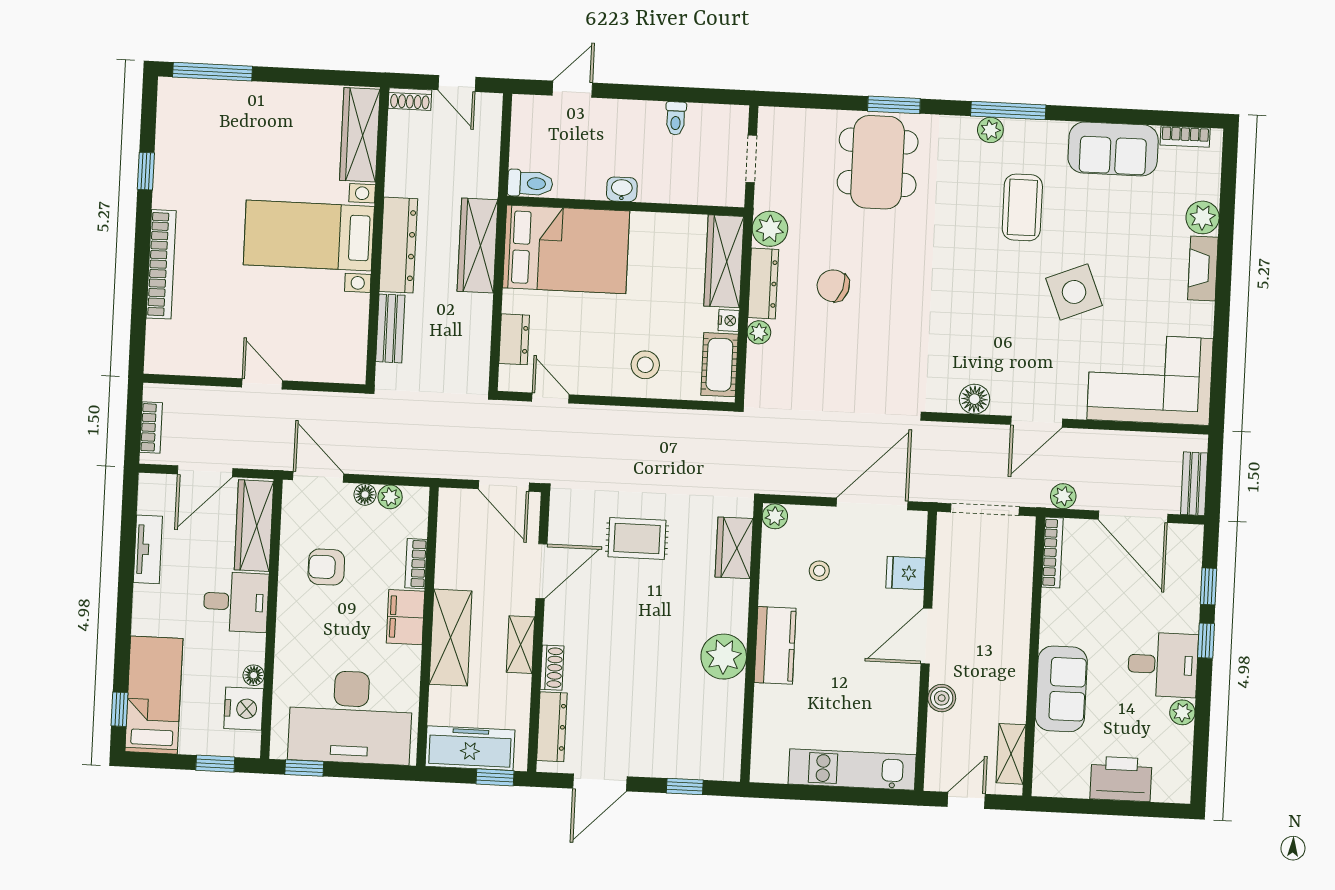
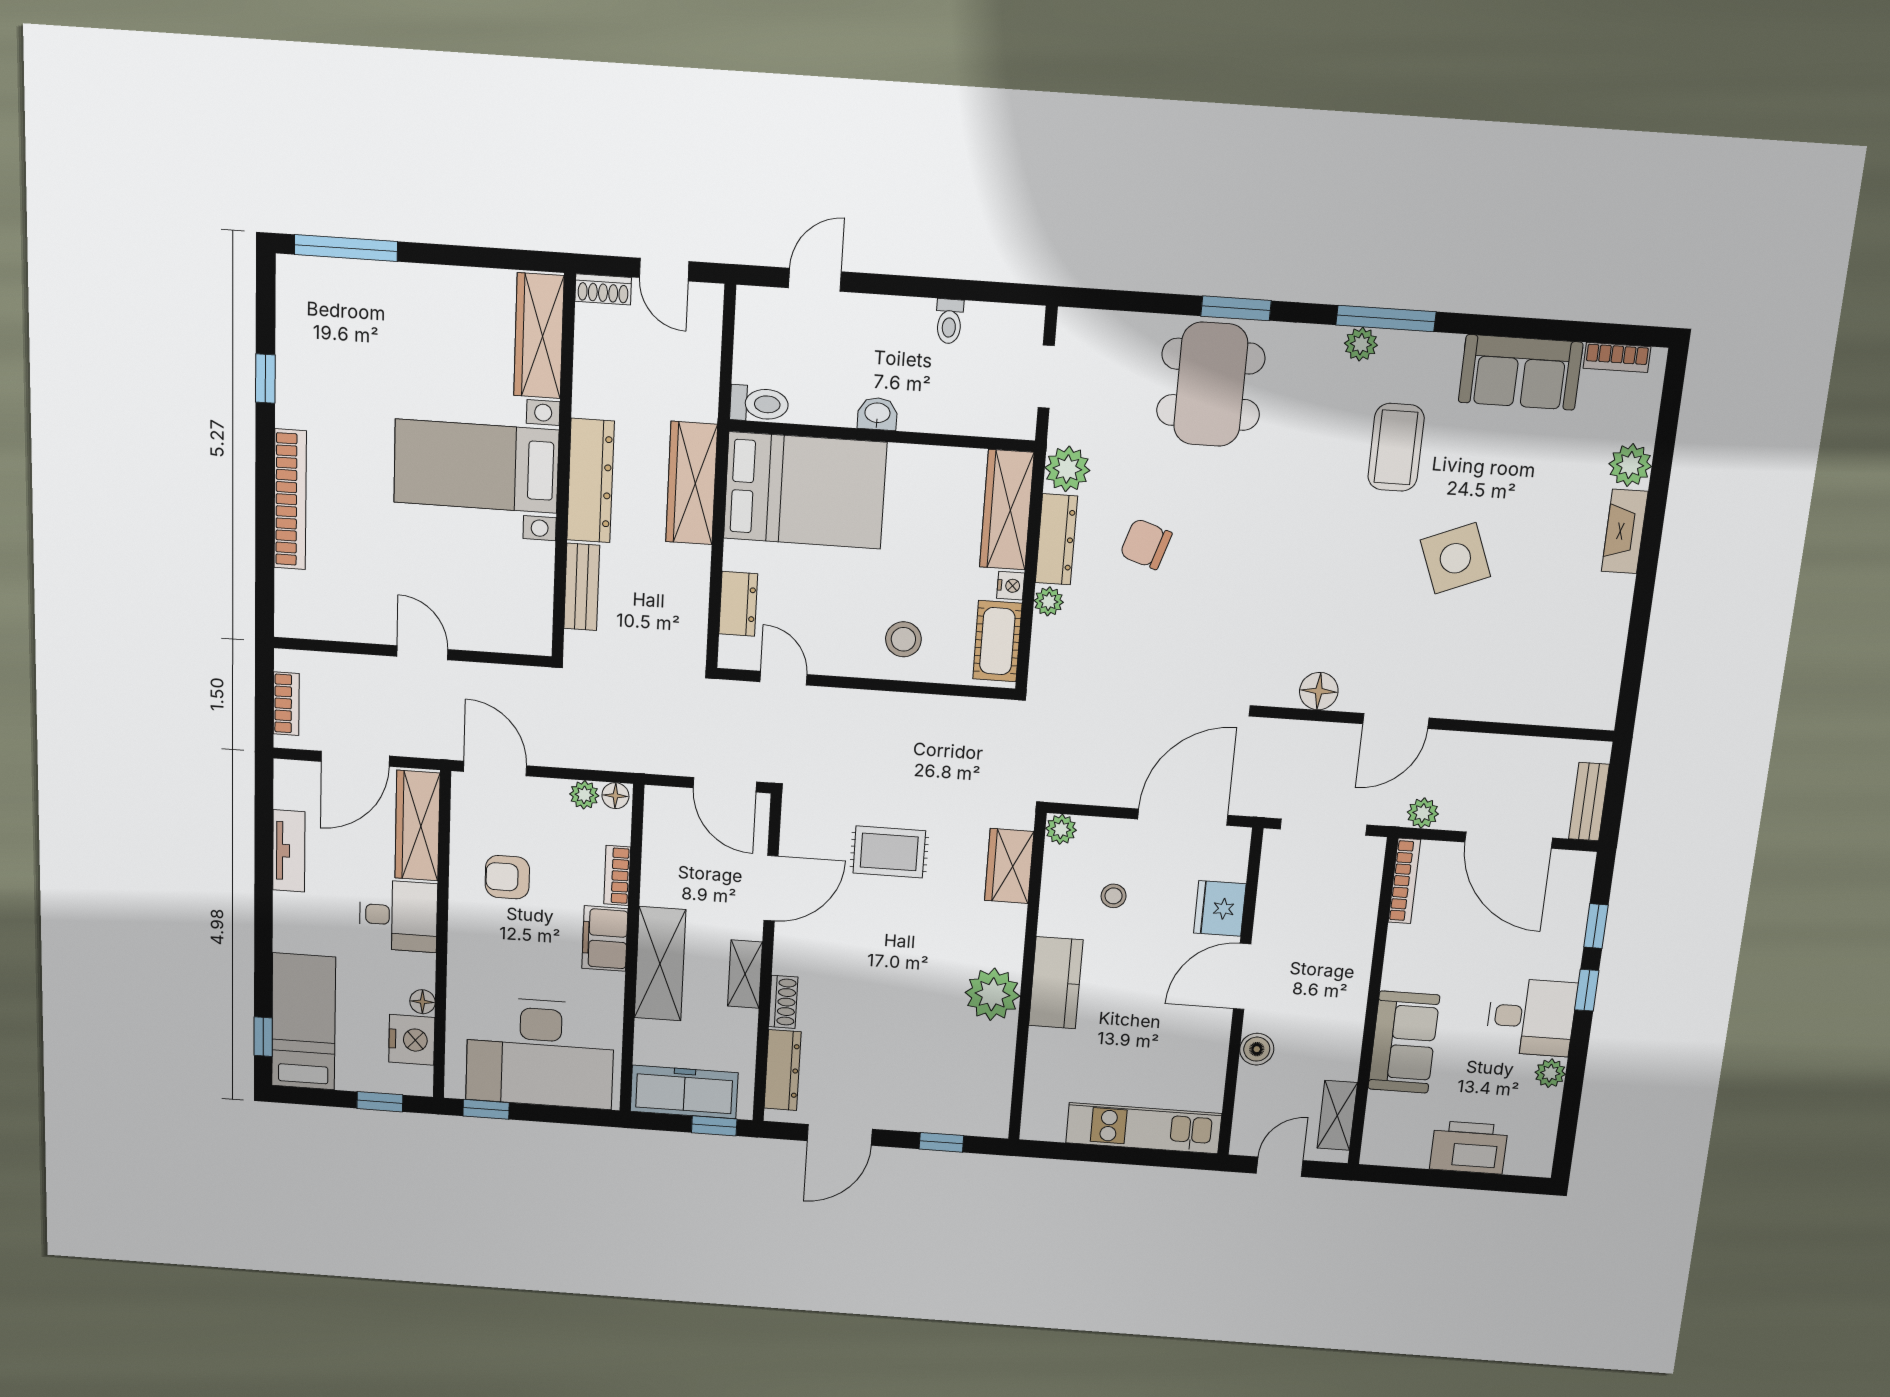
corner sofa: (1150, 379) -> (1544, 671), removed
floor lamp: (365, 495) -> (615, 796), moved
fridge: (906, 573) -> (1220, 908), width x1.38

